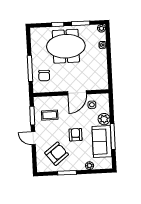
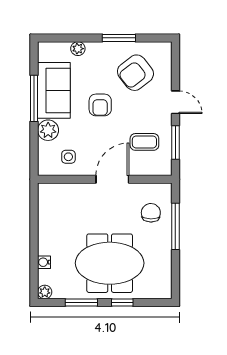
door: (77, 93) -> (112, 179), moved

